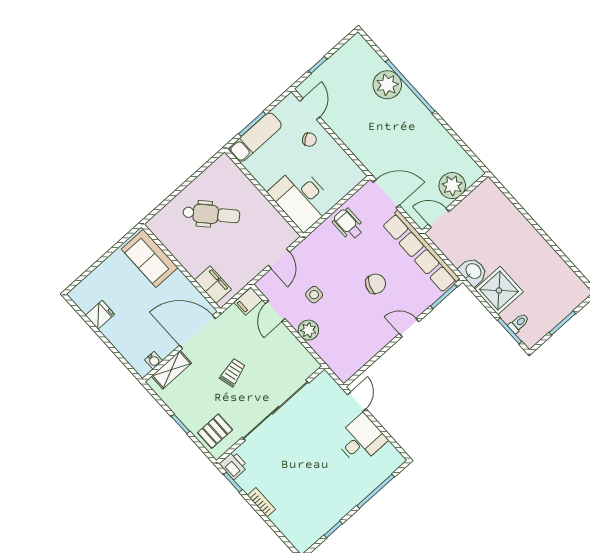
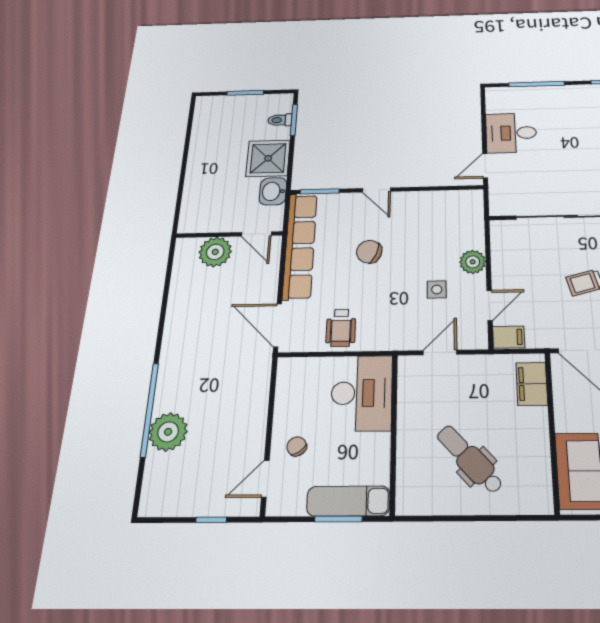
plant: (452, 186) -> (215, 252), moved
wall: (455, 203) -> (229, 235), moved
door: (439, 218) -> (256, 234), moved

